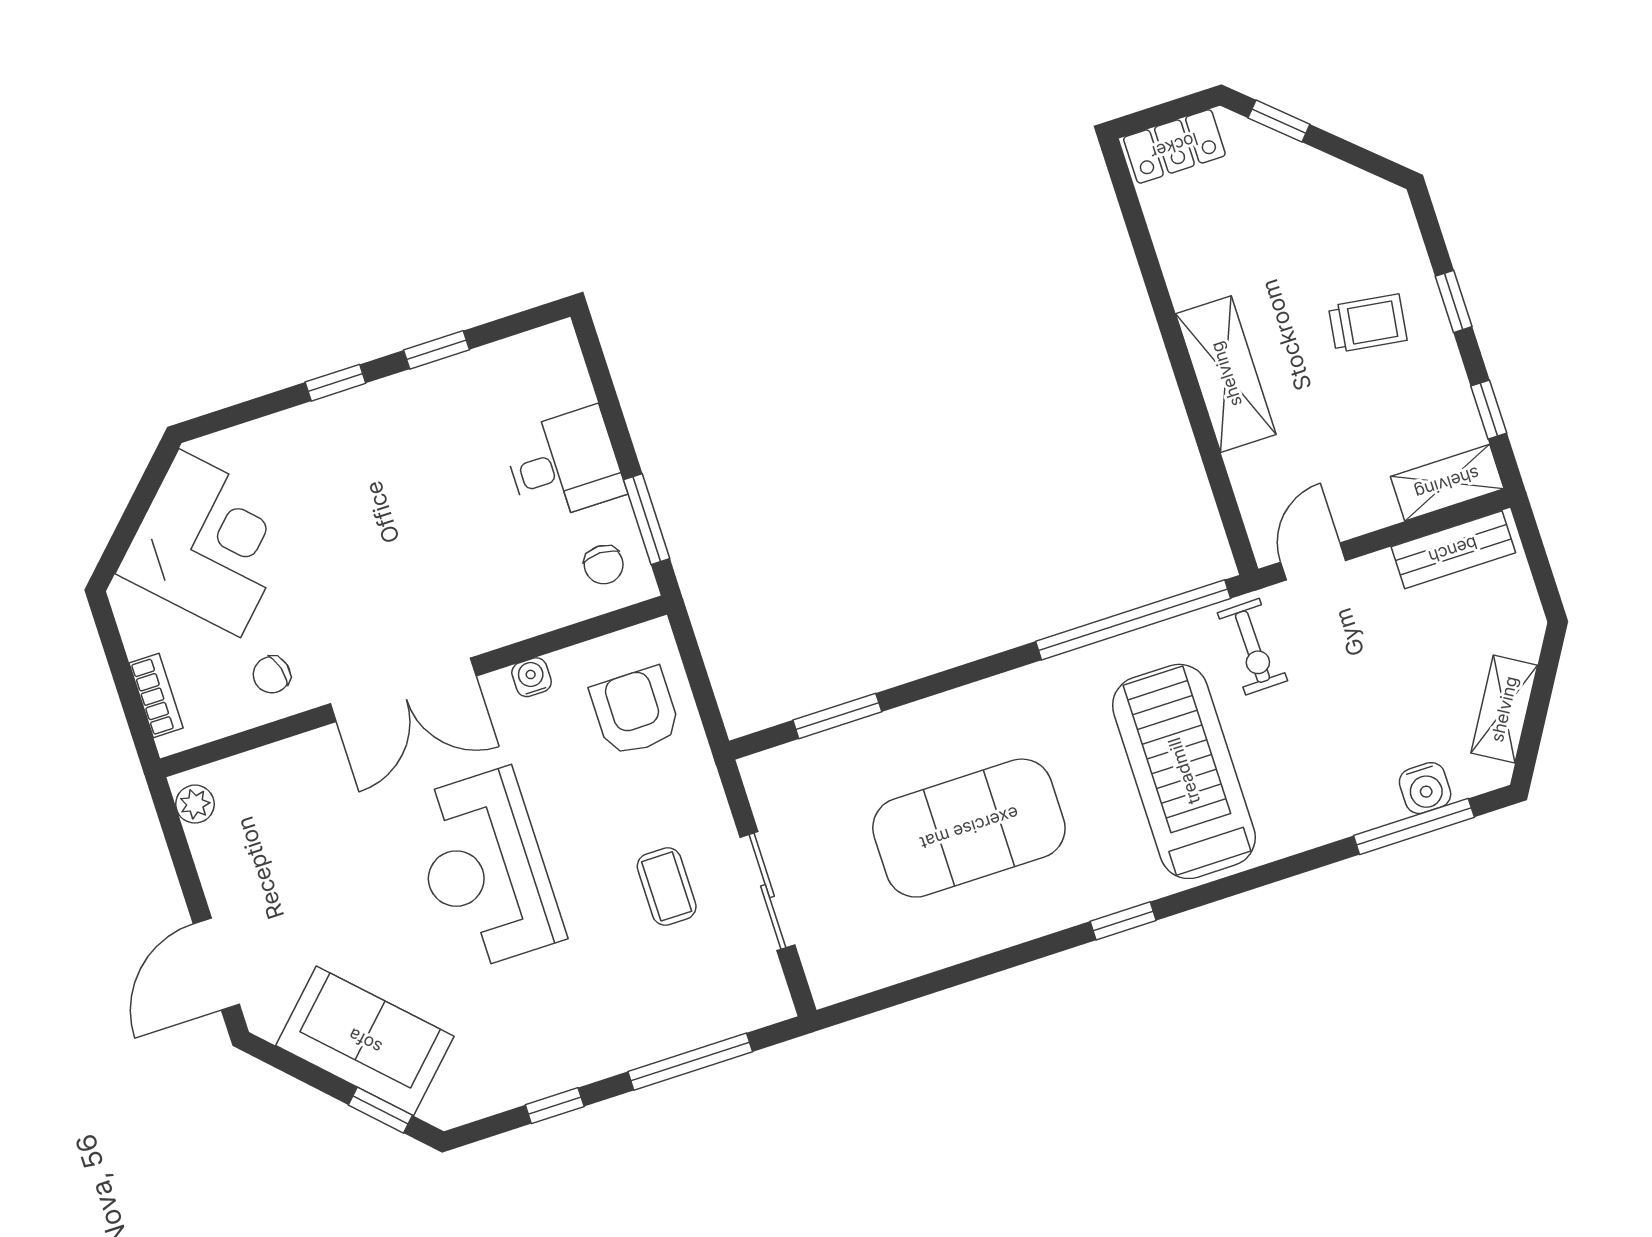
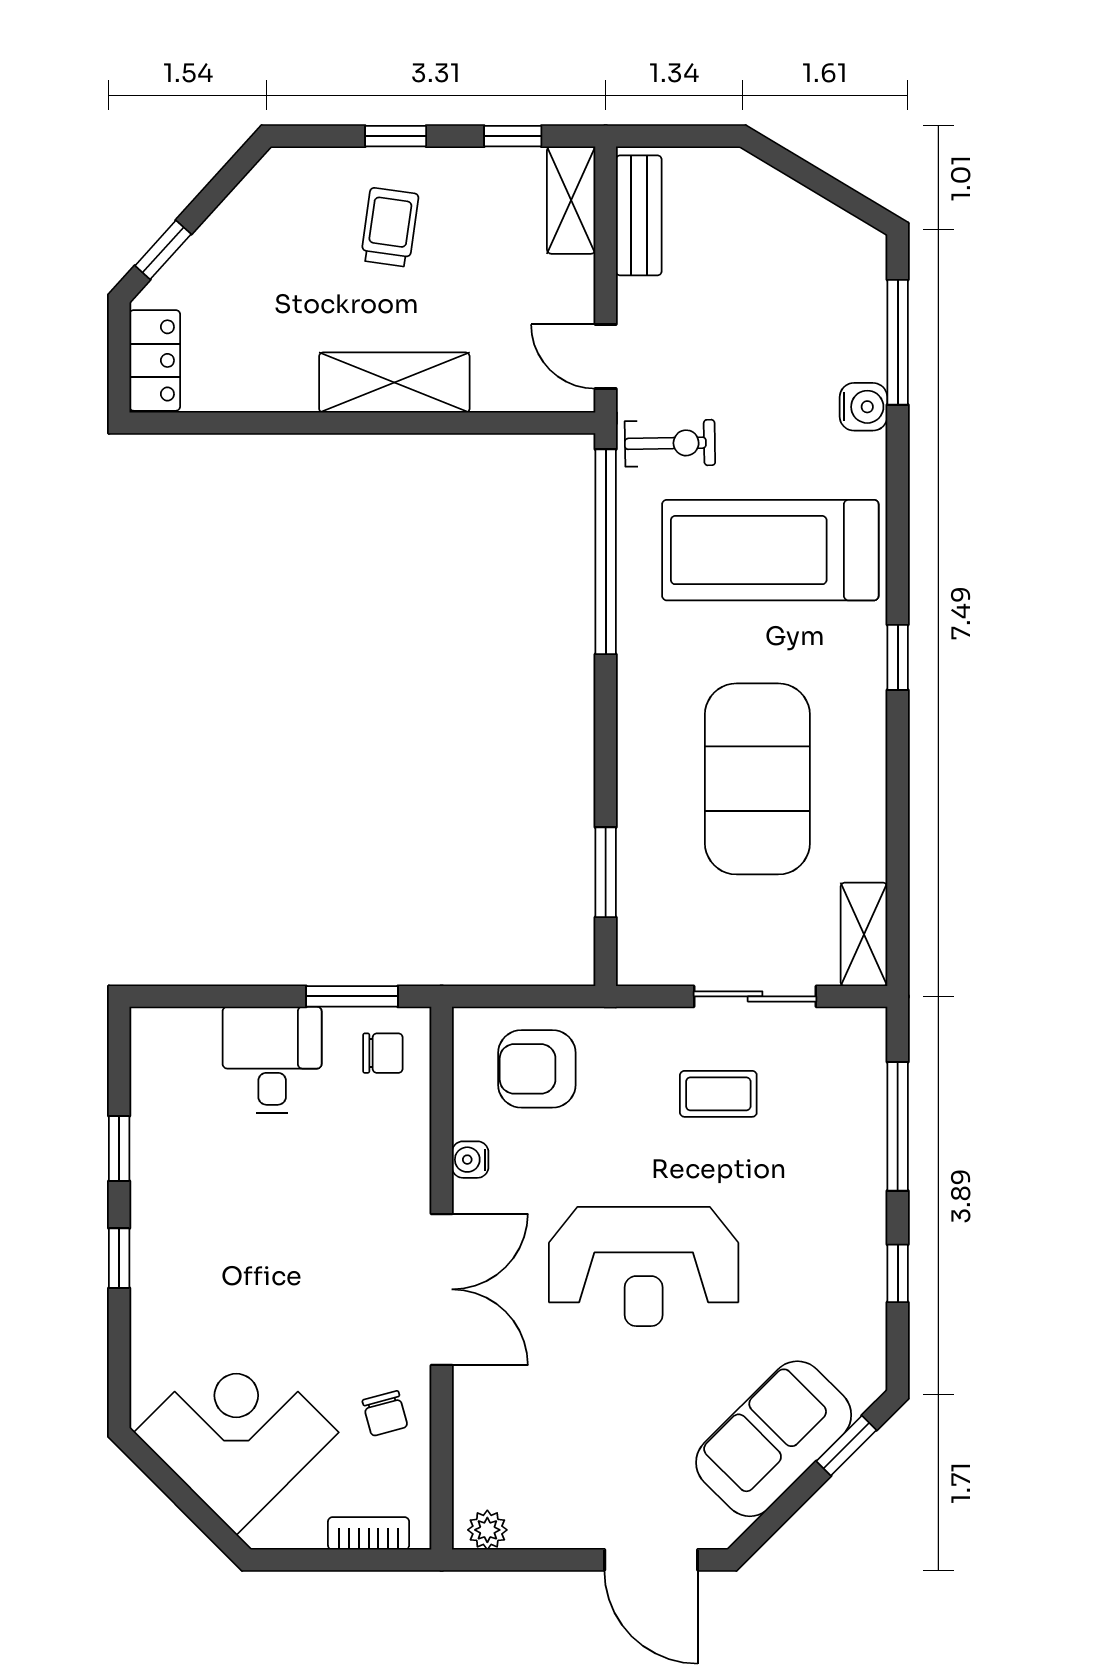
shelving: (1504, 709) -> (864, 934), moved, turned 59
water cooler: (1425, 788) -> (863, 407), moved

